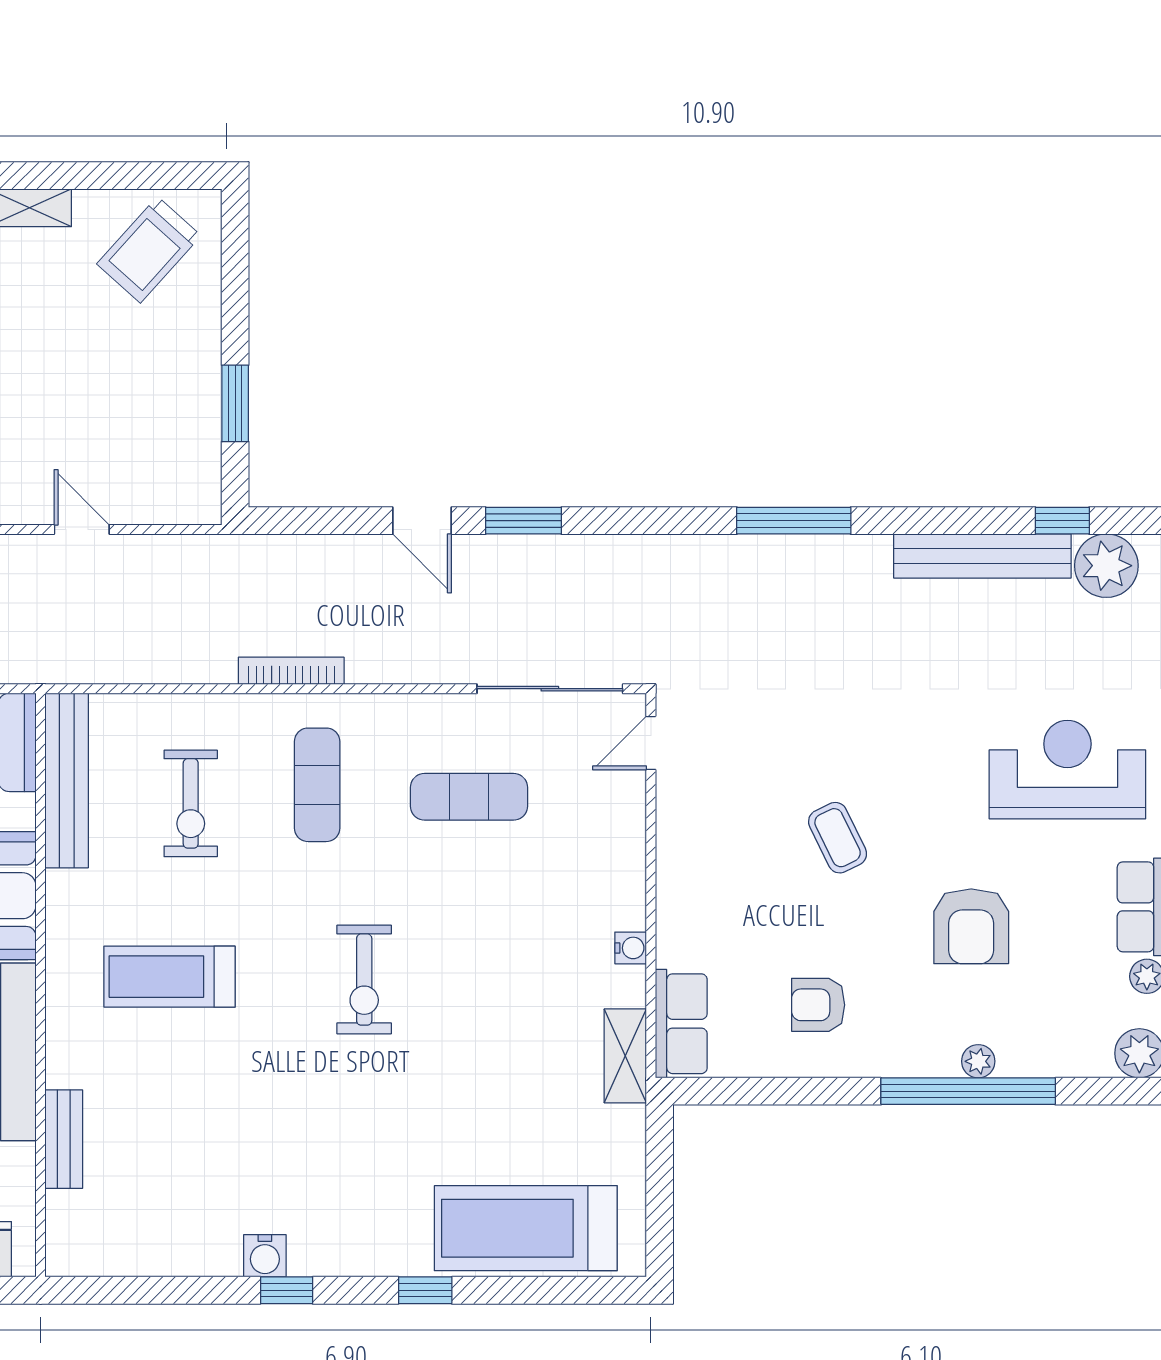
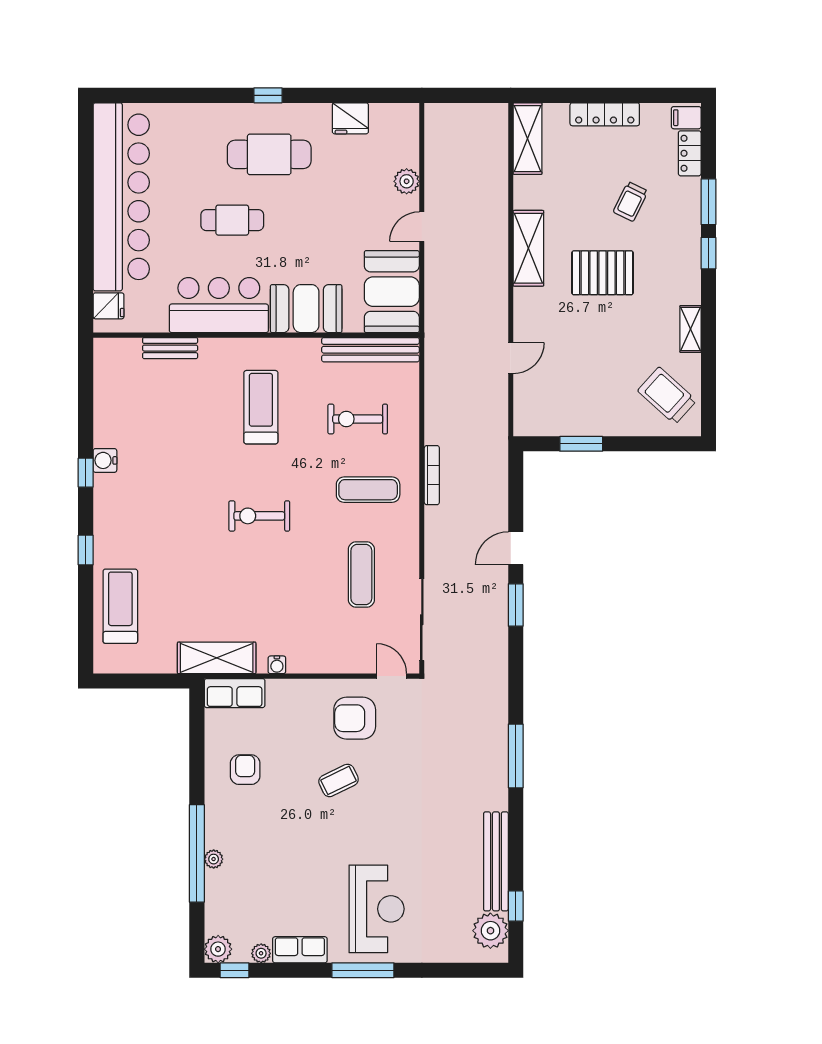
armchair: (971, 926) -> (355, 718), moved
shelving: (625, 1056) -> (217, 658), width x1.50, depth x1.33
treadmill: (526, 1228) -> (120, 606), width x0.73, depth x0.73

